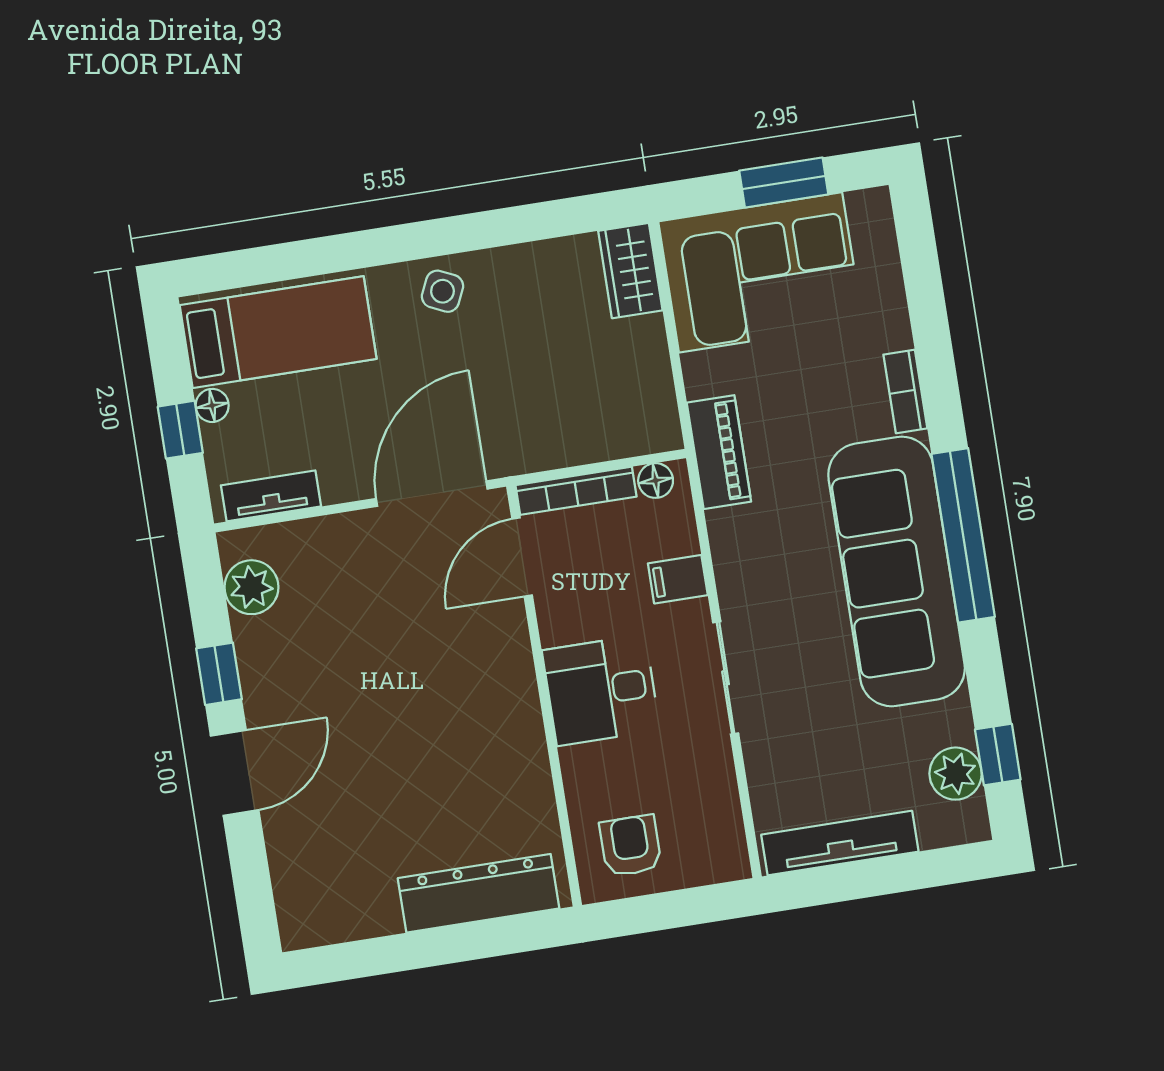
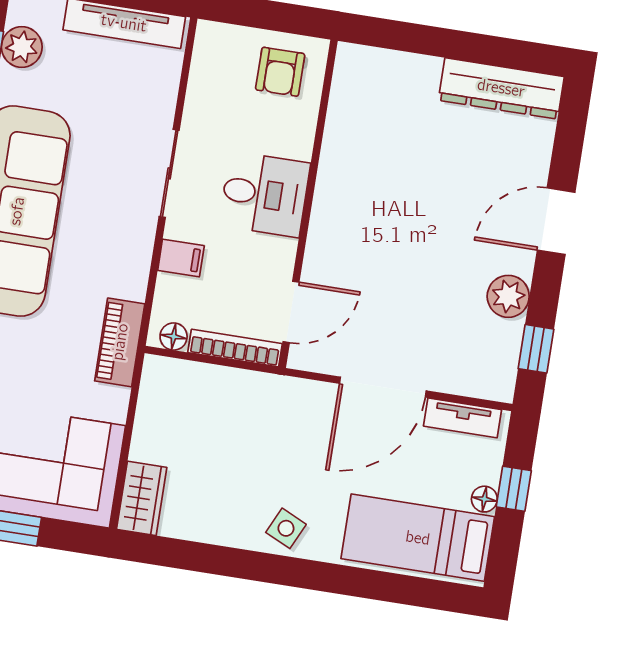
door: (432, 494) -> (383, 387), moved
plant: (251, 587) -> (508, 296), moved
window: (219, 674) -> (536, 349), moved
dresser: (479, 893) -> (501, 88), moved

